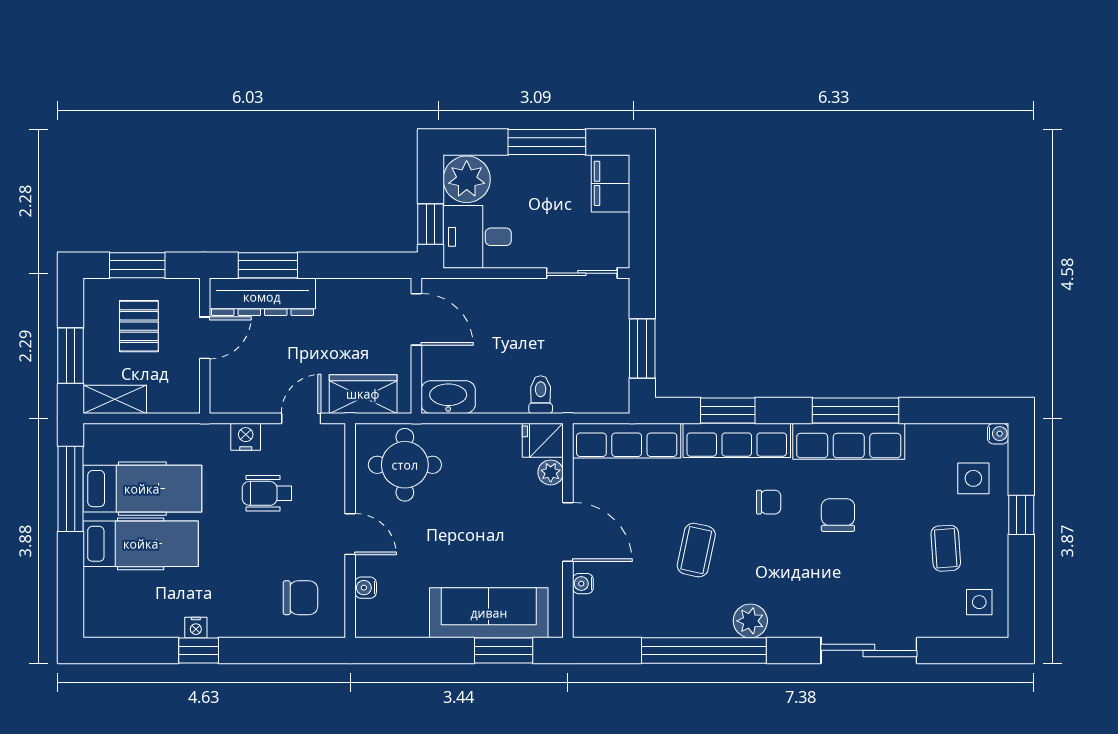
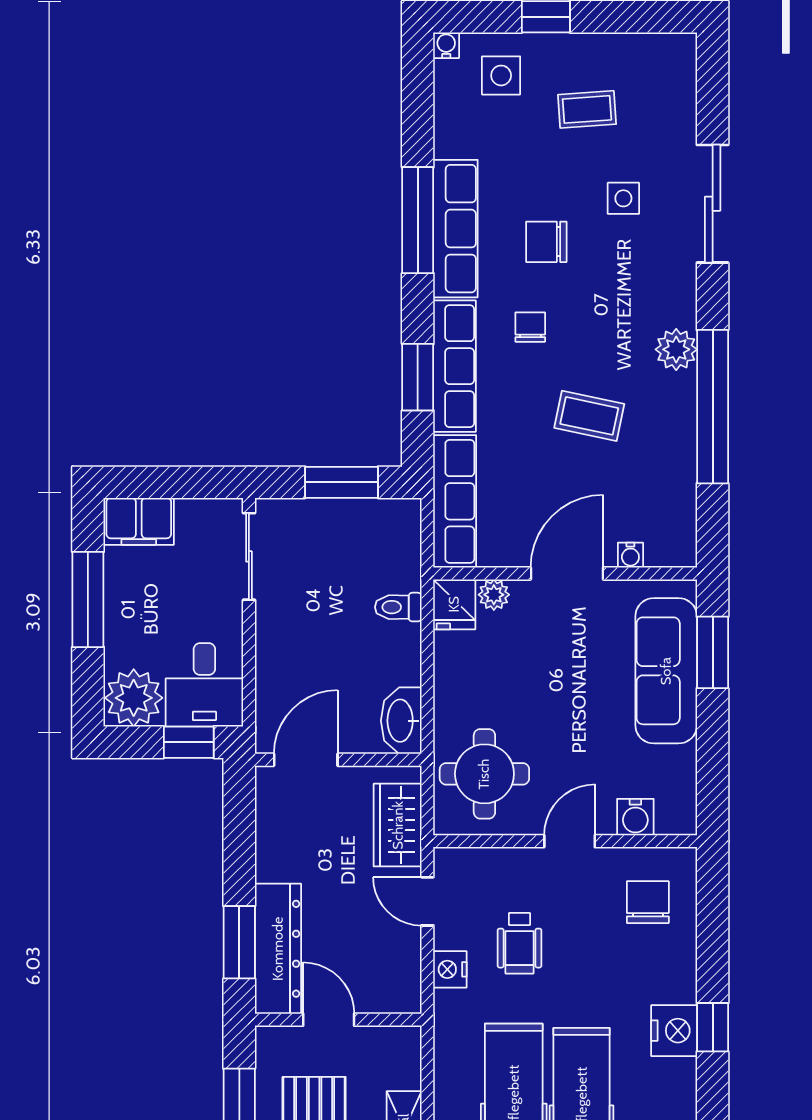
water cooler: (366, 588) -> (635, 817), width x1.38, depth x1.38
side table: (979, 602) -> (623, 198), moved
nightstand: (196, 627) -> (674, 1031), width x1.89, depth x1.79

